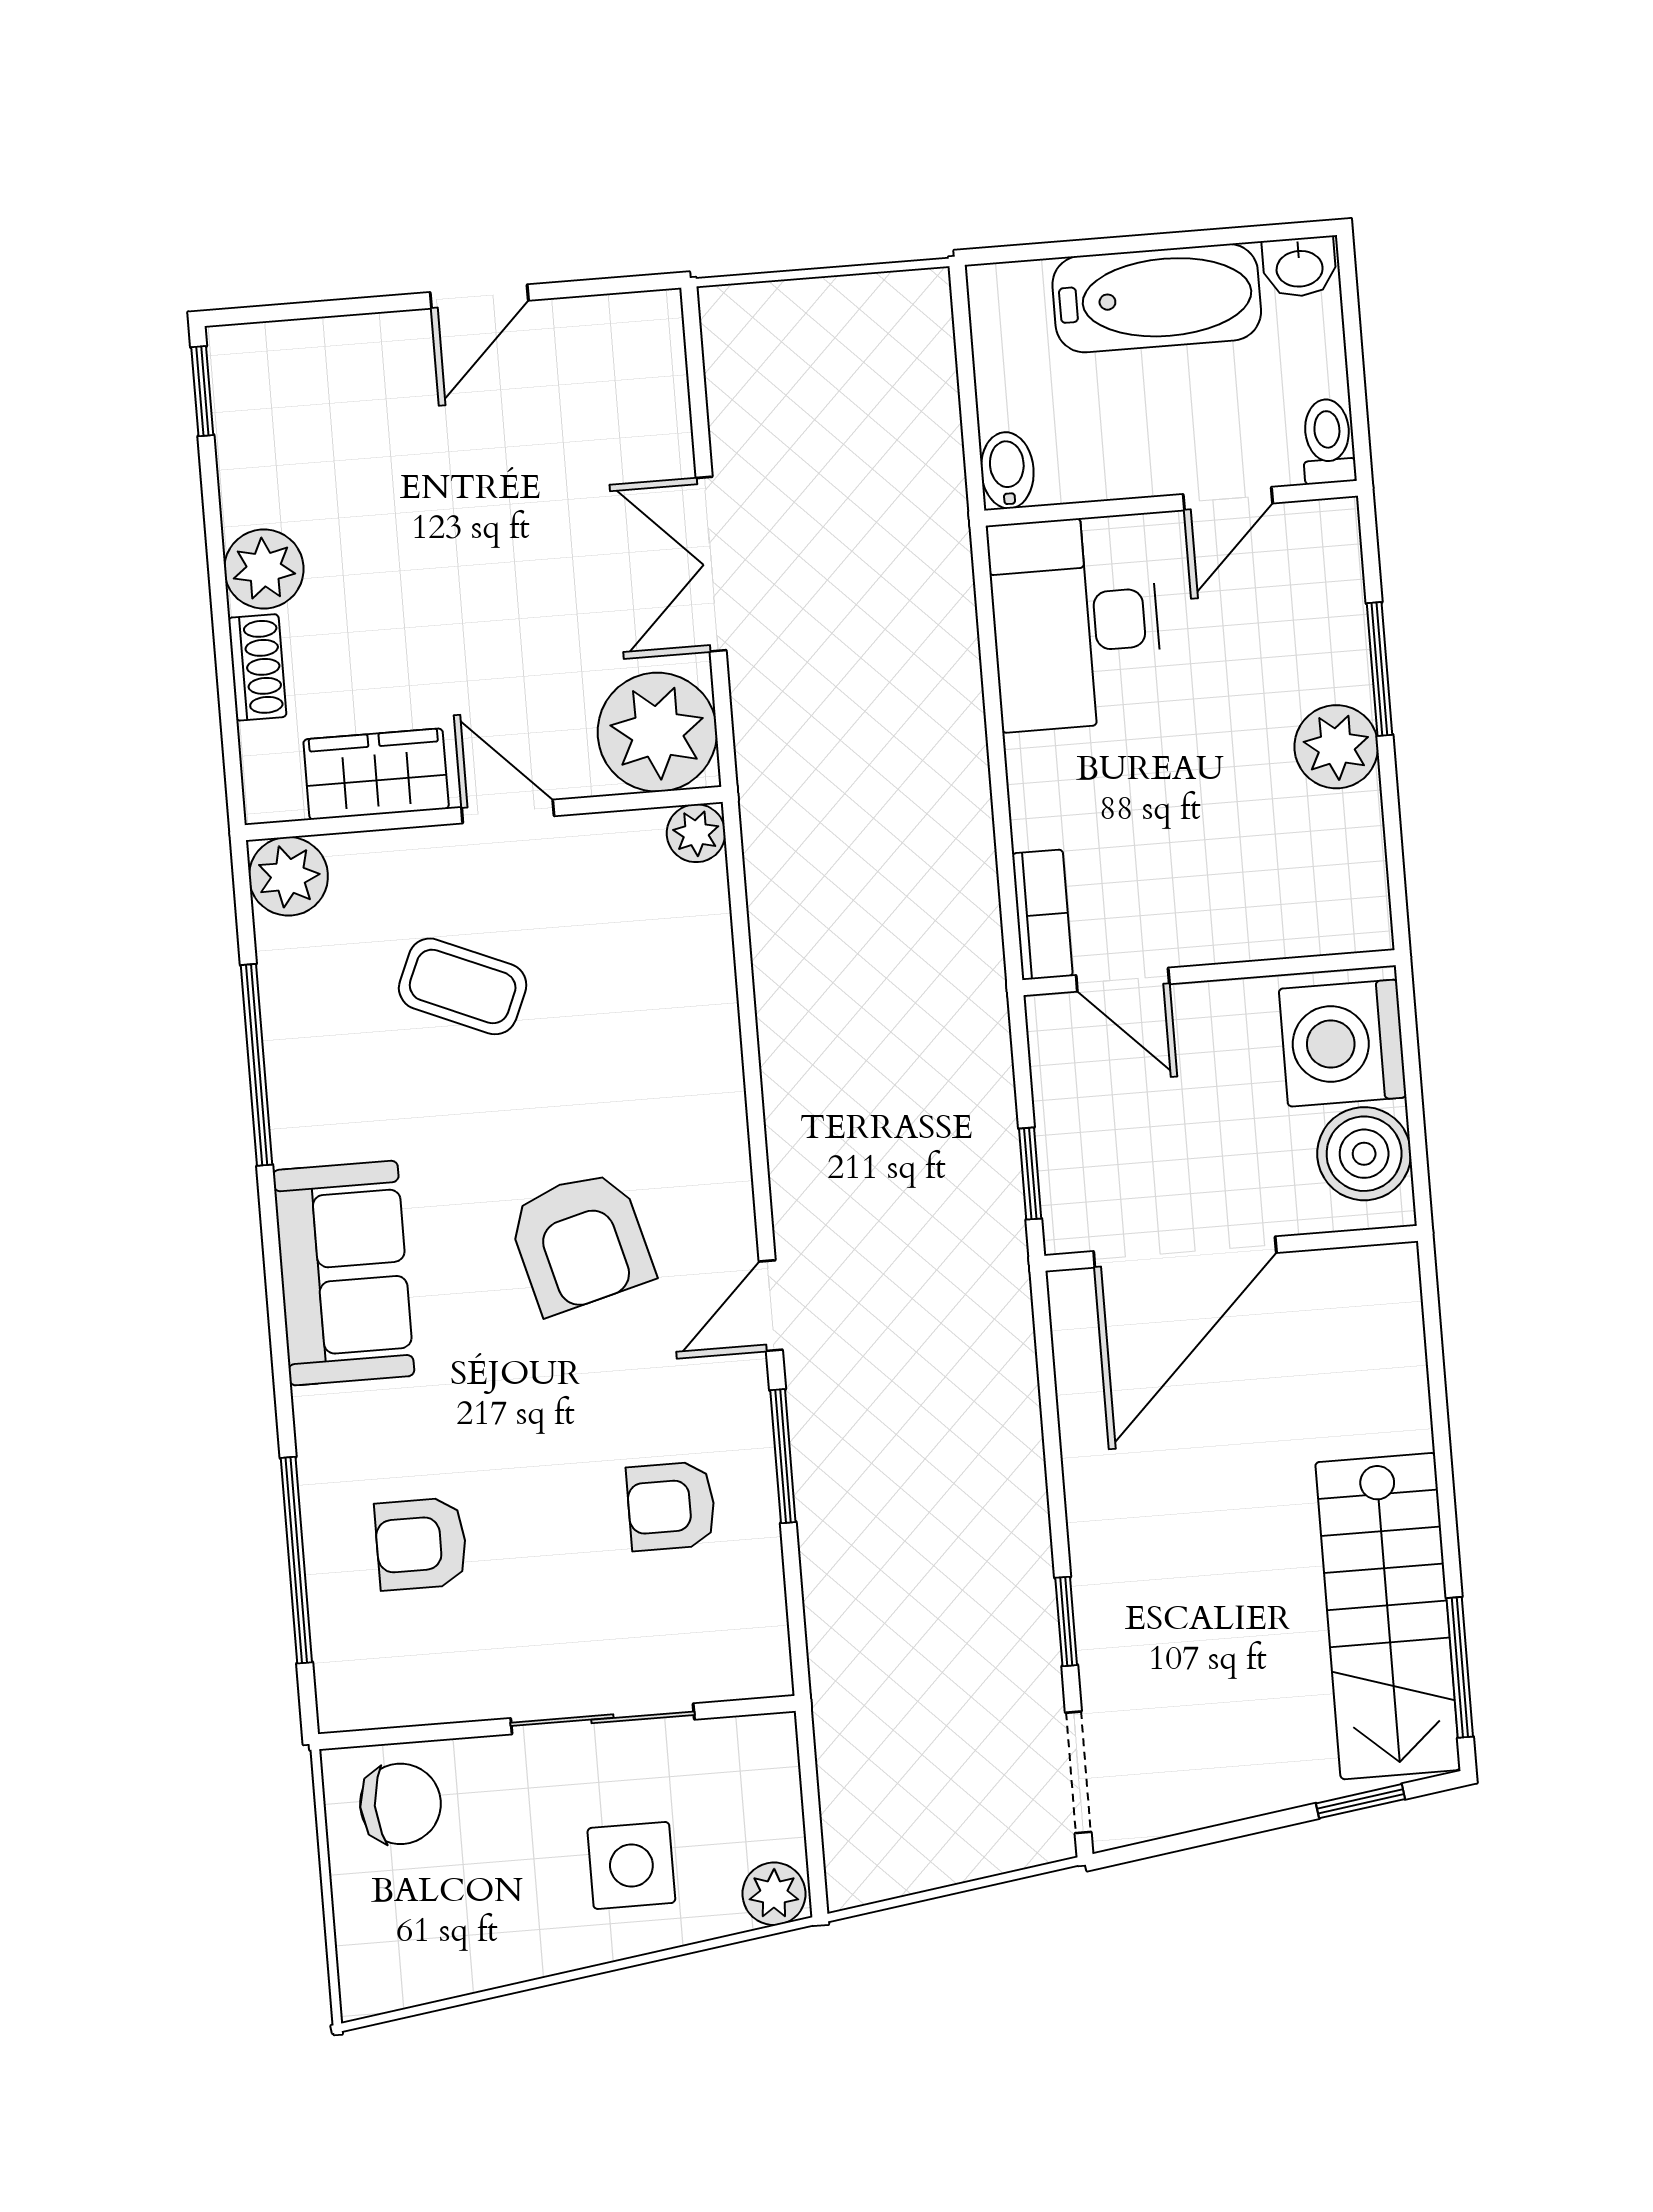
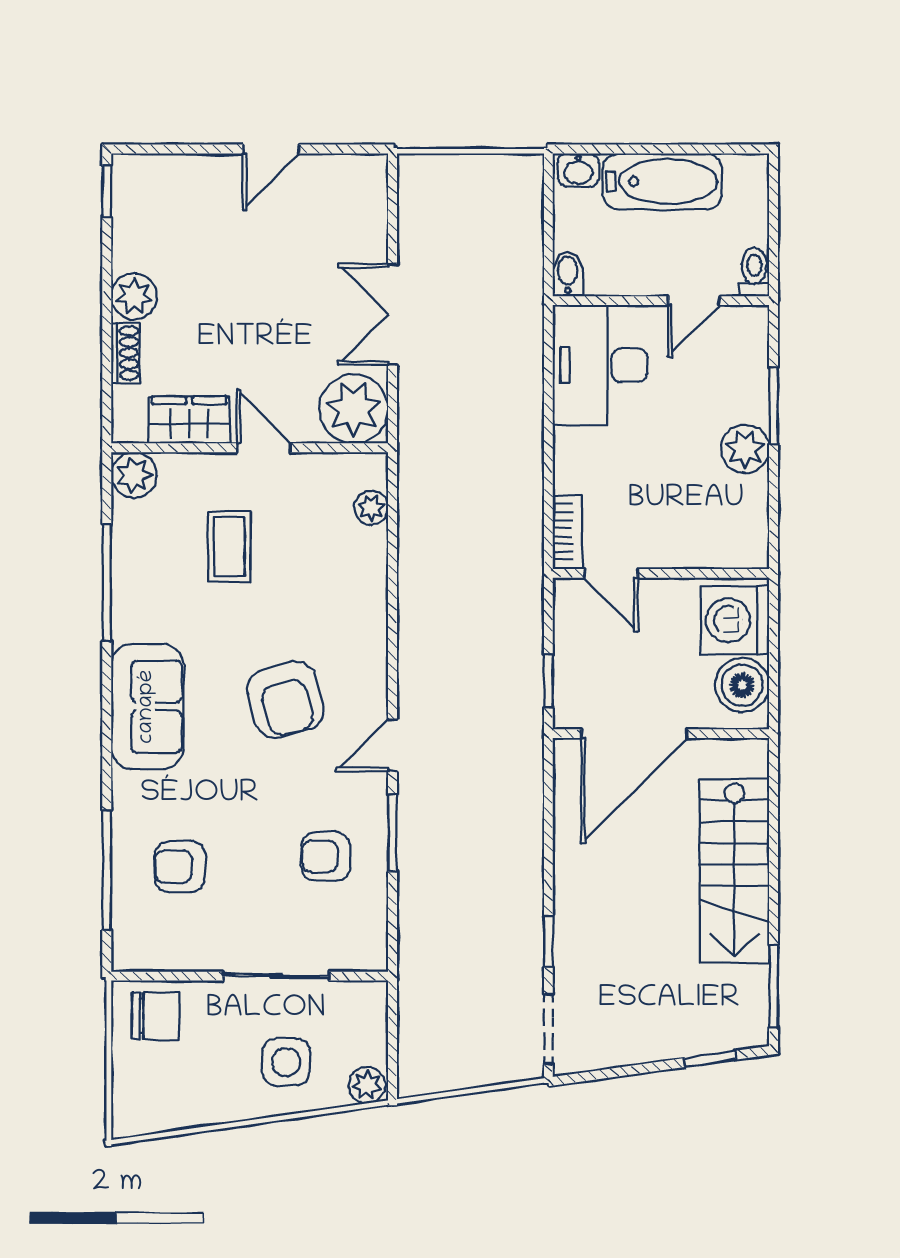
washbasin: (1299, 267) -> (578, 170), moved
plant: (696, 833) -> (371, 508), moved
coffee table: (463, 986) -> (229, 547), turned 67
stairs: (1388, 1616) -> (734, 871), moved

